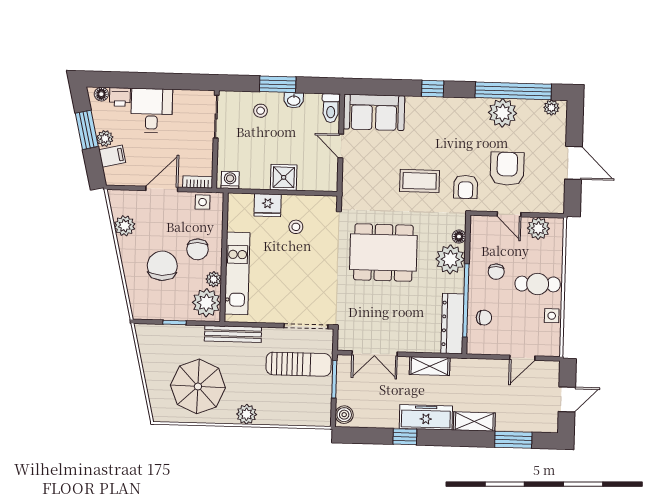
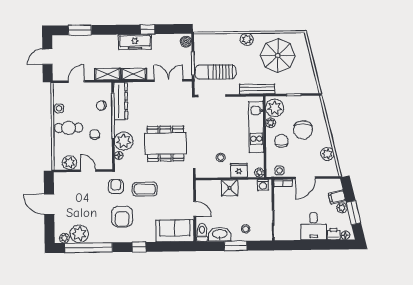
washbasin: (294, 100) -> (220, 234), width x1.91, depth x1.45
plant: (502, 113) -> (79, 234), moved
armchair: (507, 169) -> (122, 217), moved
plant: (235, 200) -> (259, 172), added
shelving: (474, 422) -> (108, 74), moved

